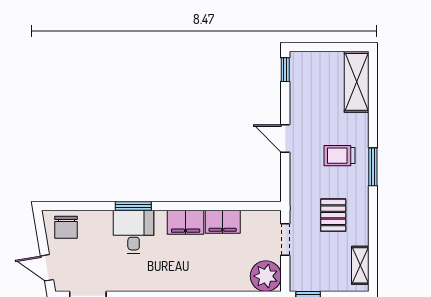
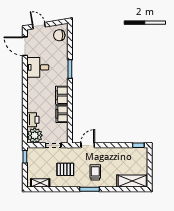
door: (285, 138) -> (88, 145), moved
desk: (134, 232) -> (38, 67), moved, turned 180
door: (47, 268) -> (39, 26), hinge flipped
printer: (234, 280) -> (33, 120), added

